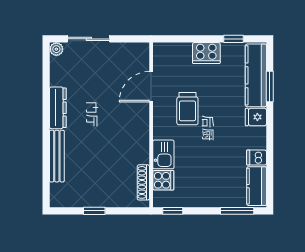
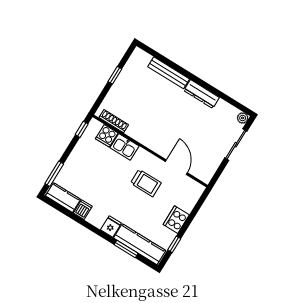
trolley: (187, 109) -> (146, 183), turned 180

